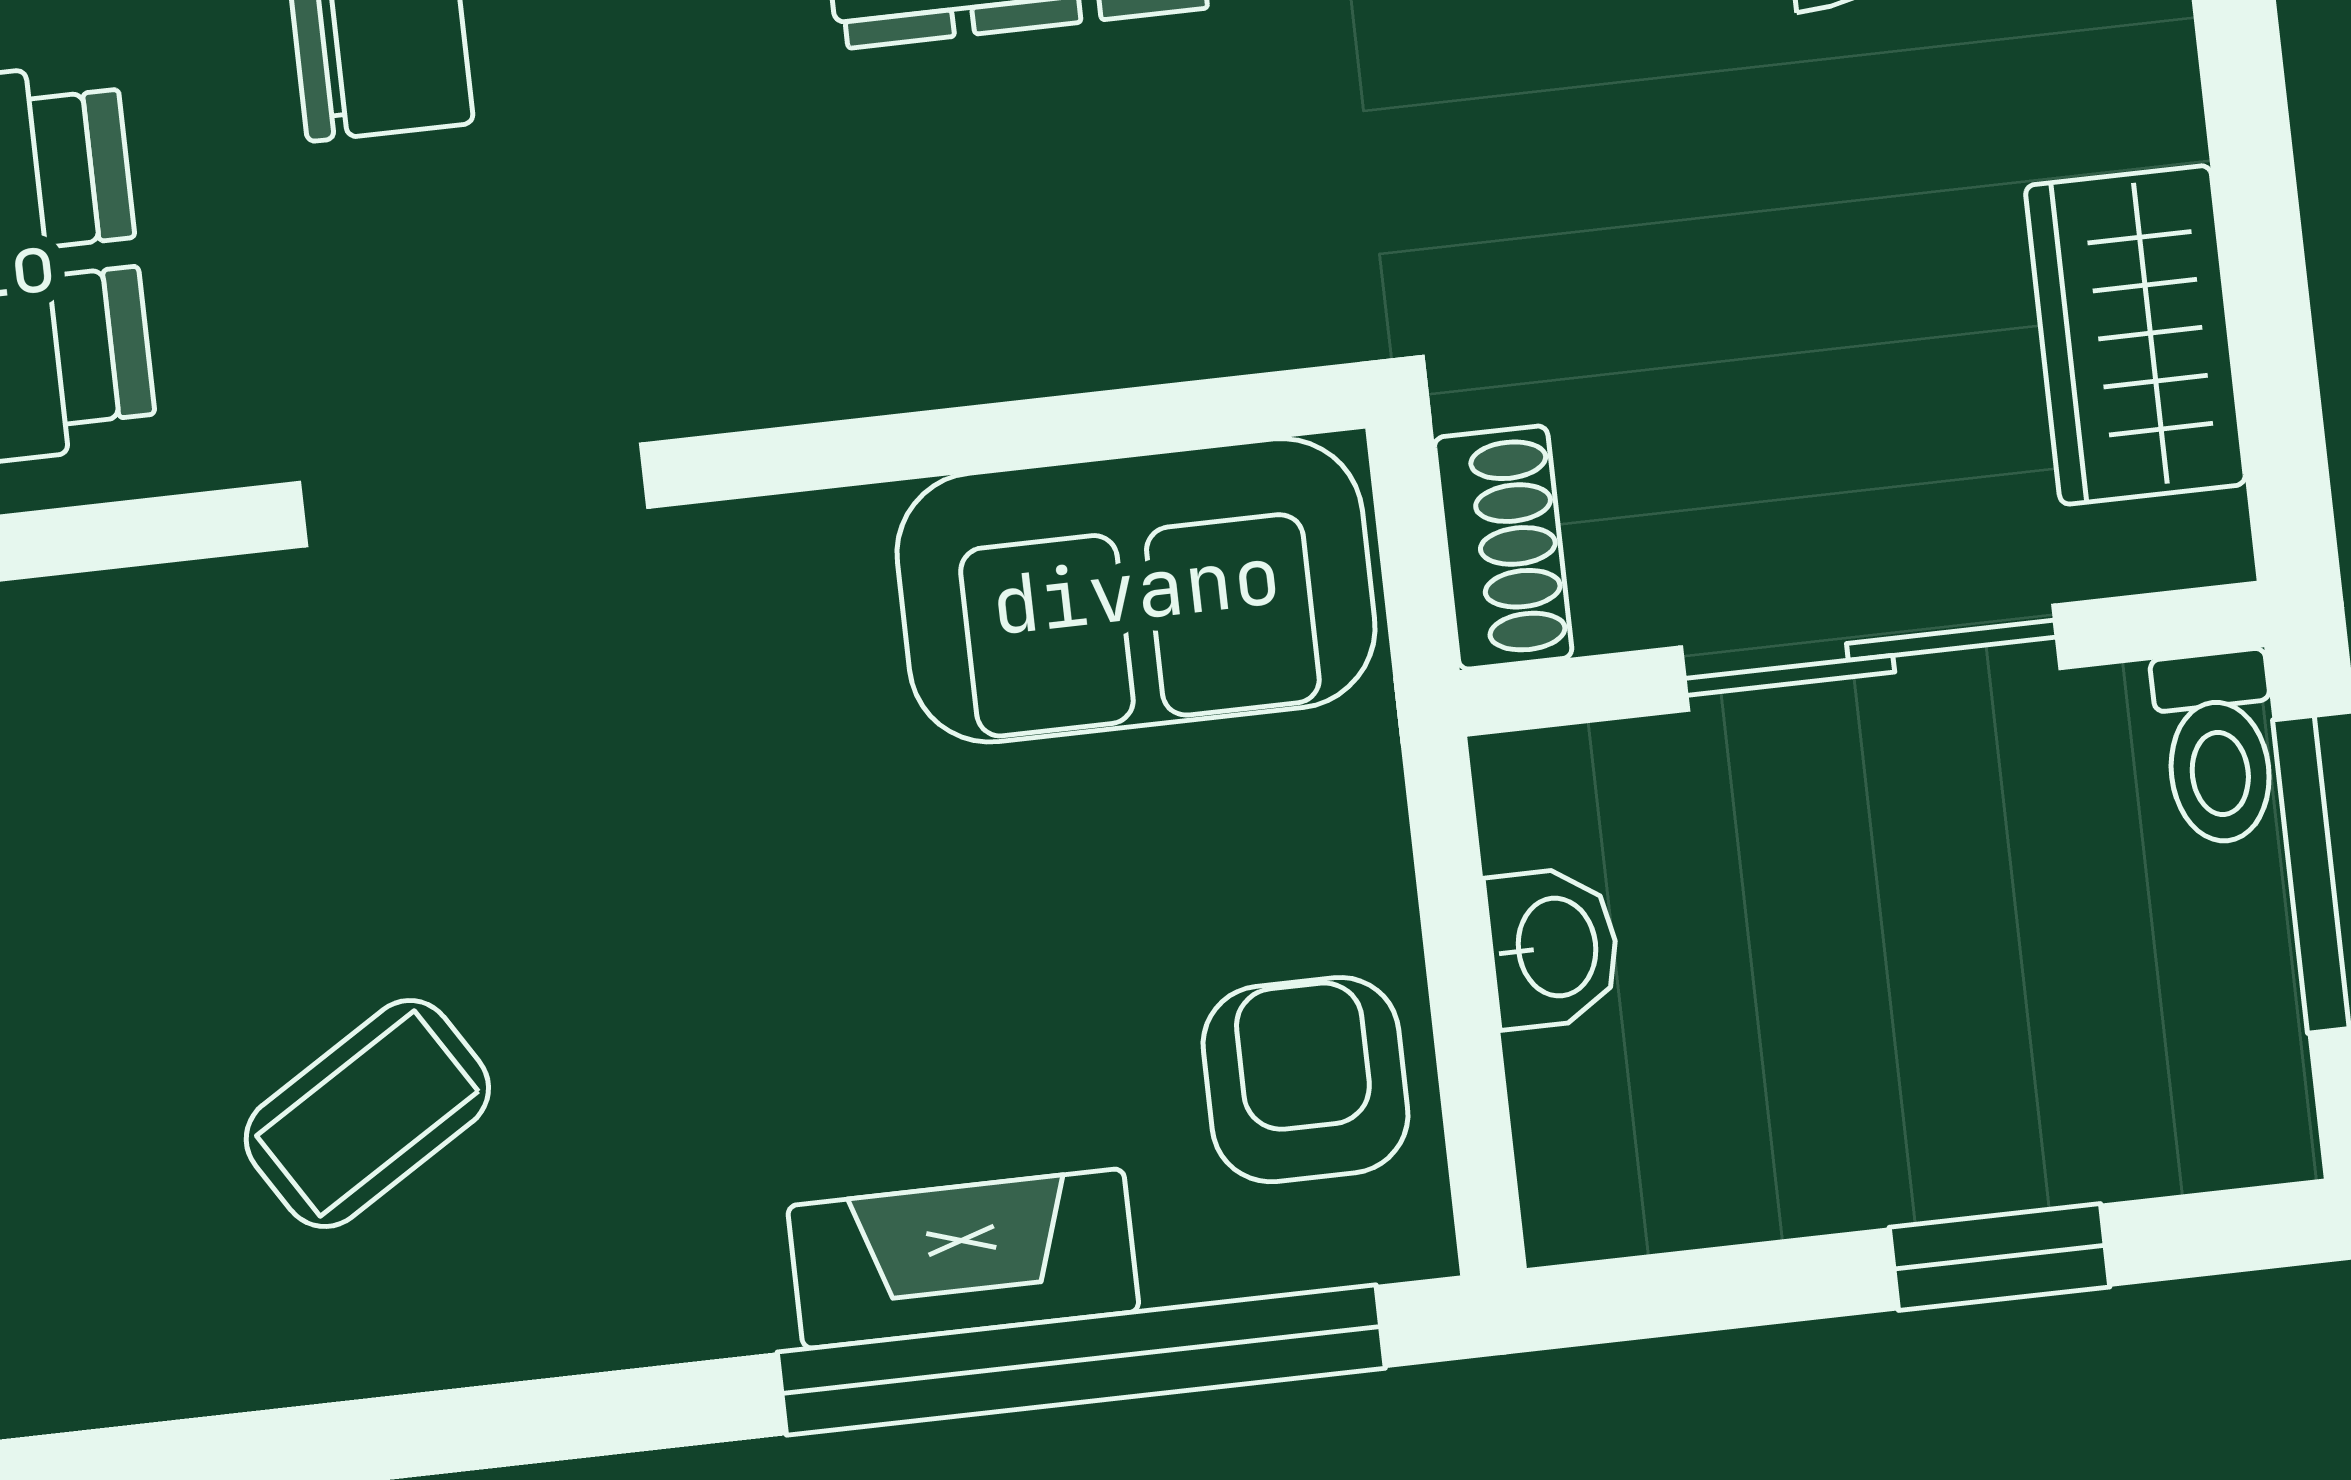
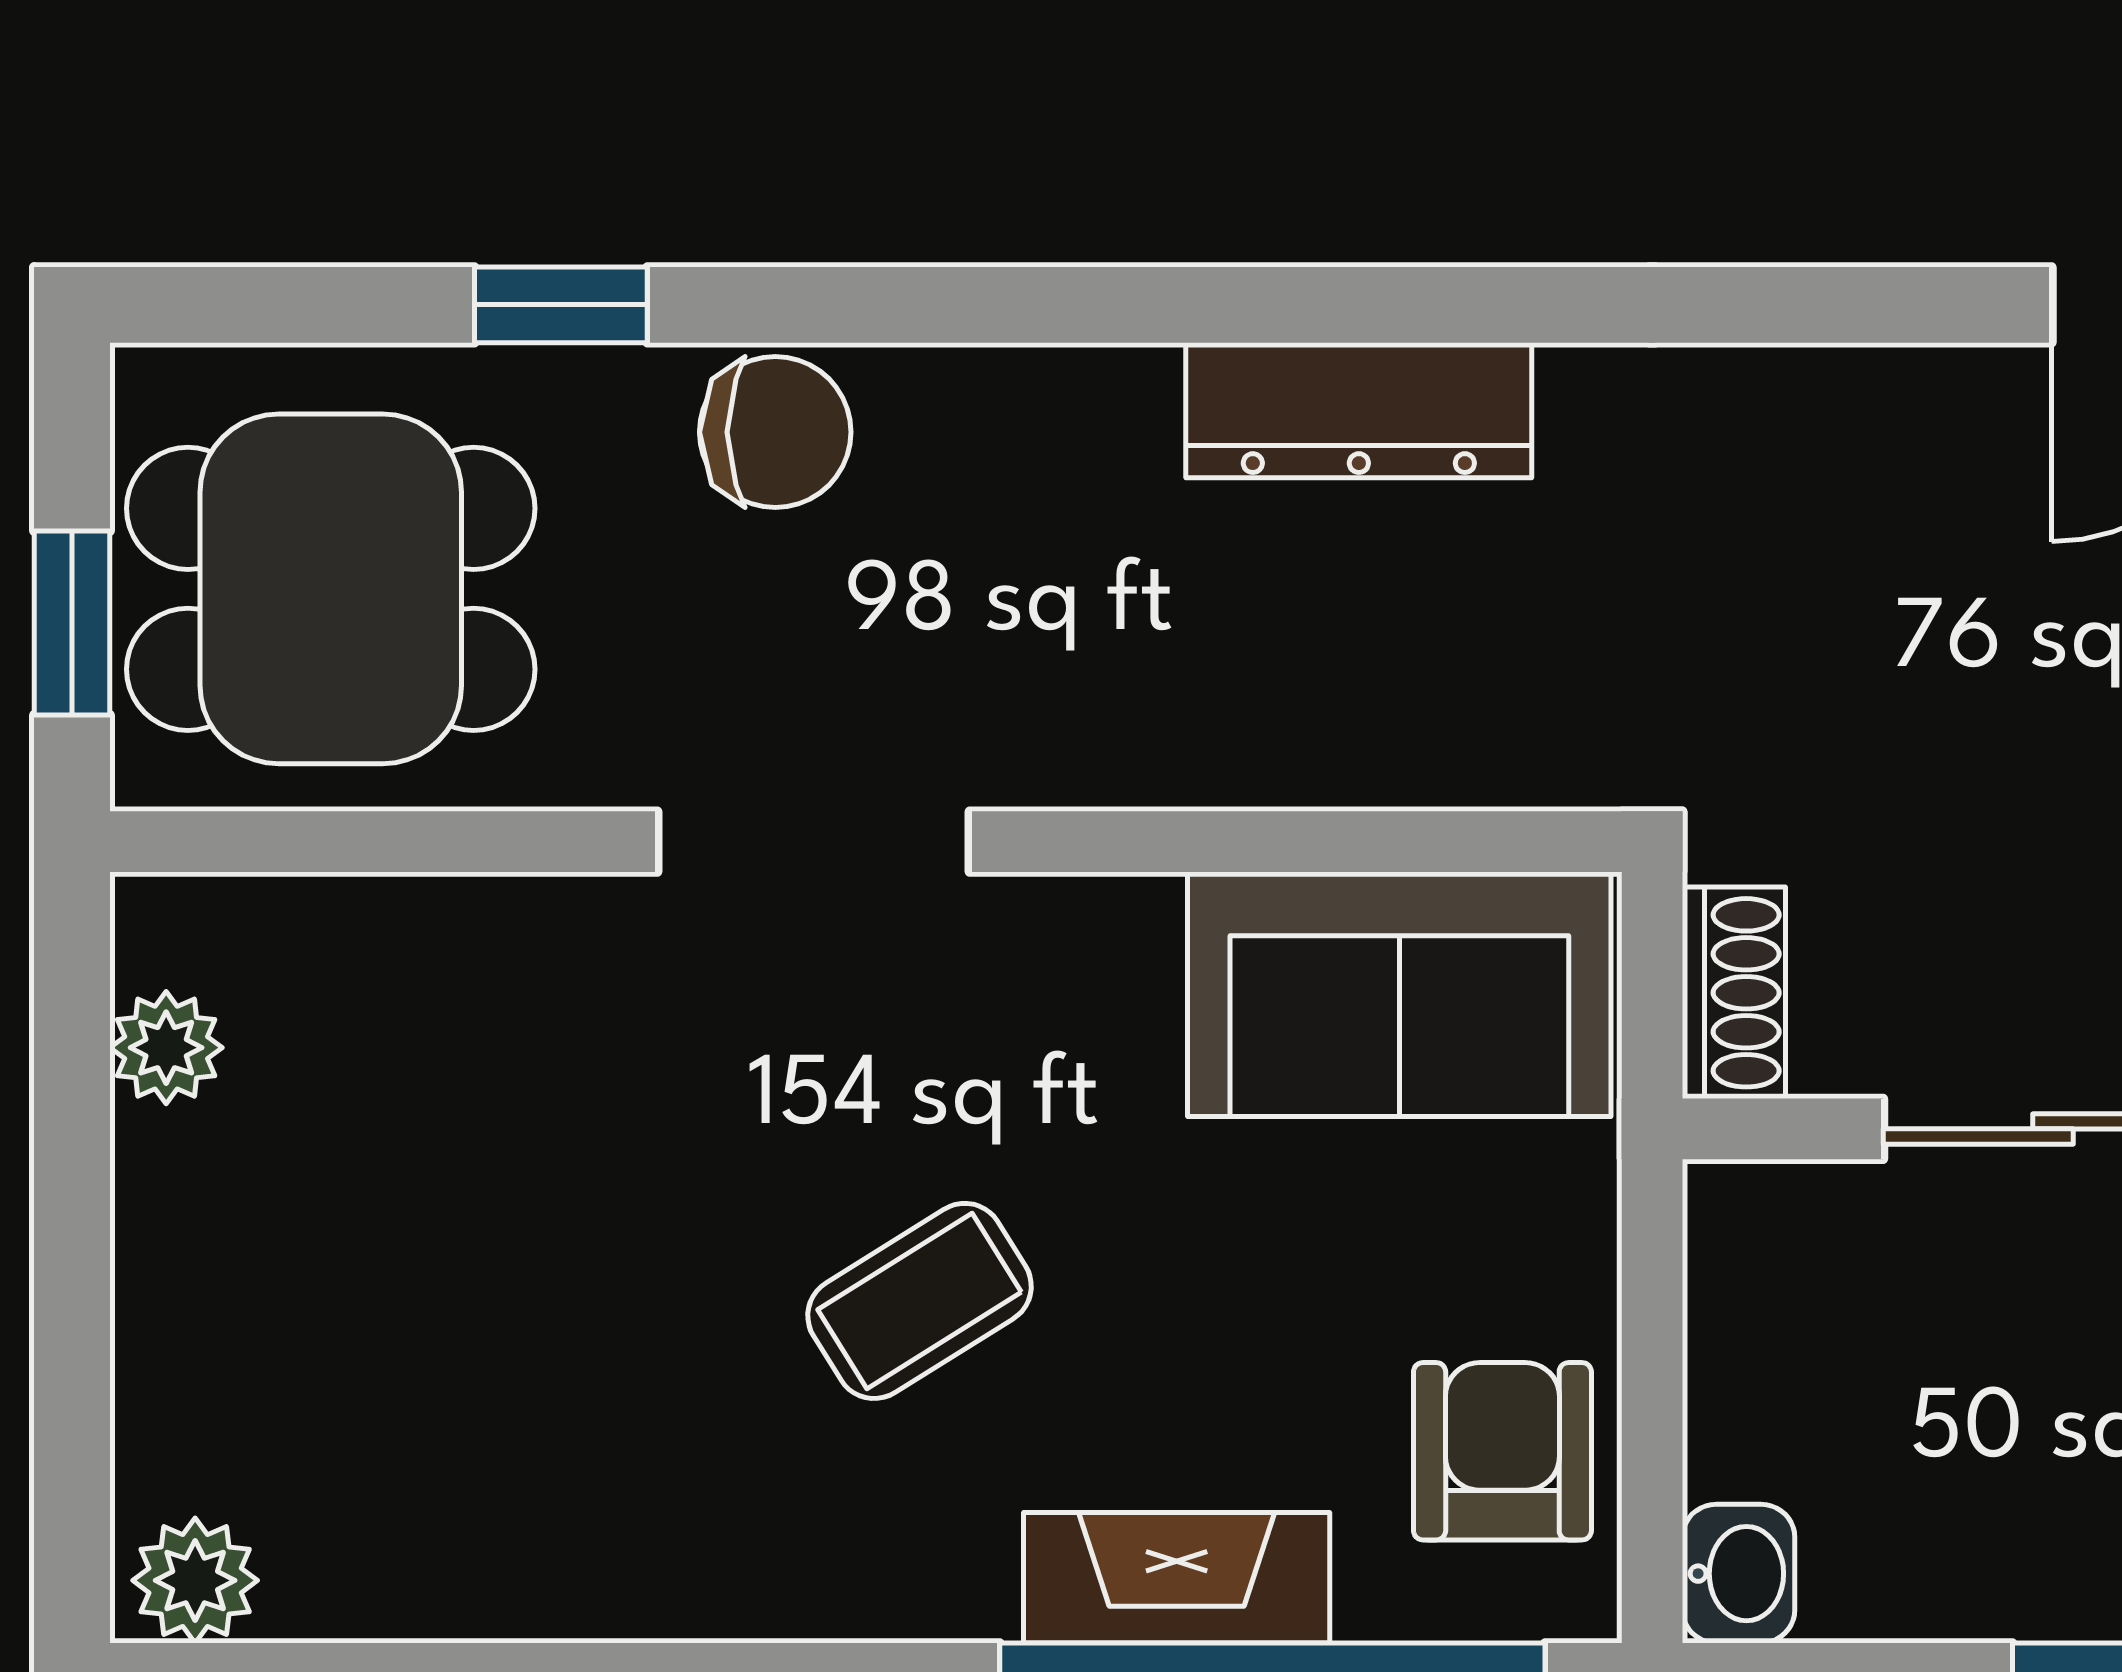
washbasin: (1553, 947) -> (1739, 1574), moved
coffee table: (367, 1113) -> (919, 1301), moved

